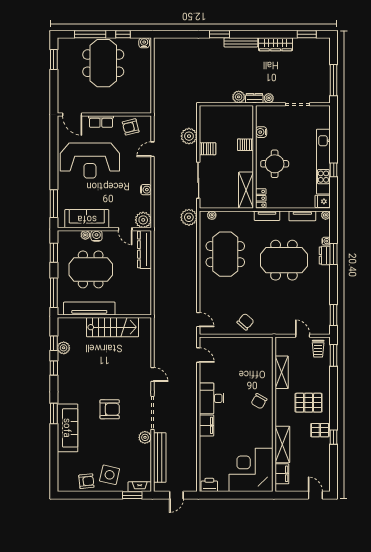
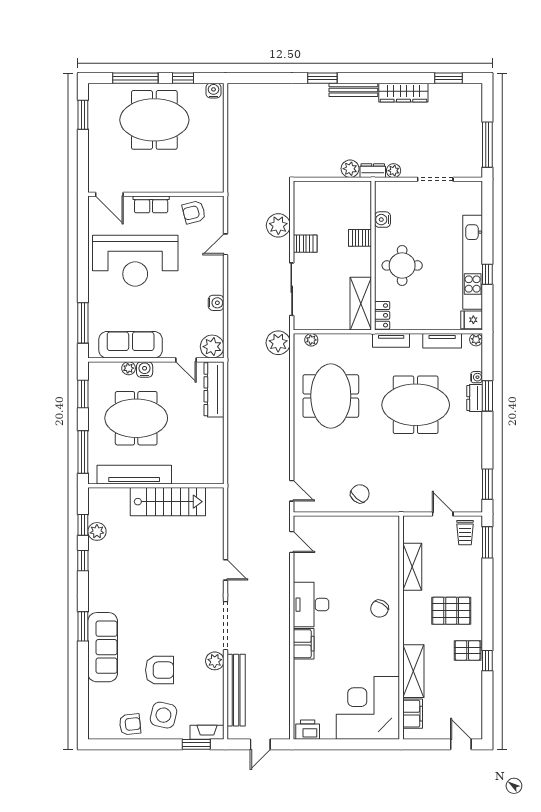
meeting table: (103, 63) -> (154, 120), turned 90
armchair: (110, 409) -> (160, 670), moved

